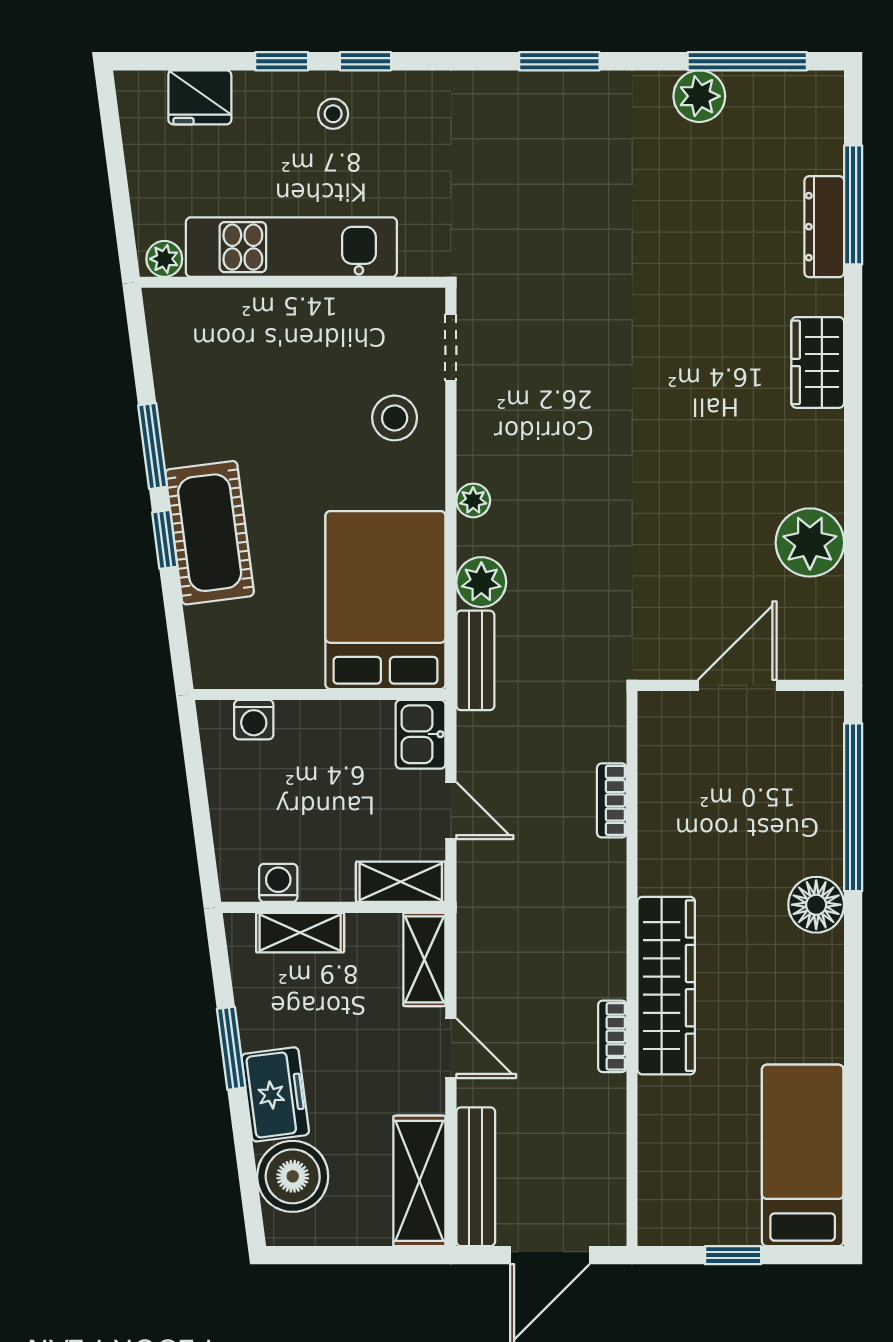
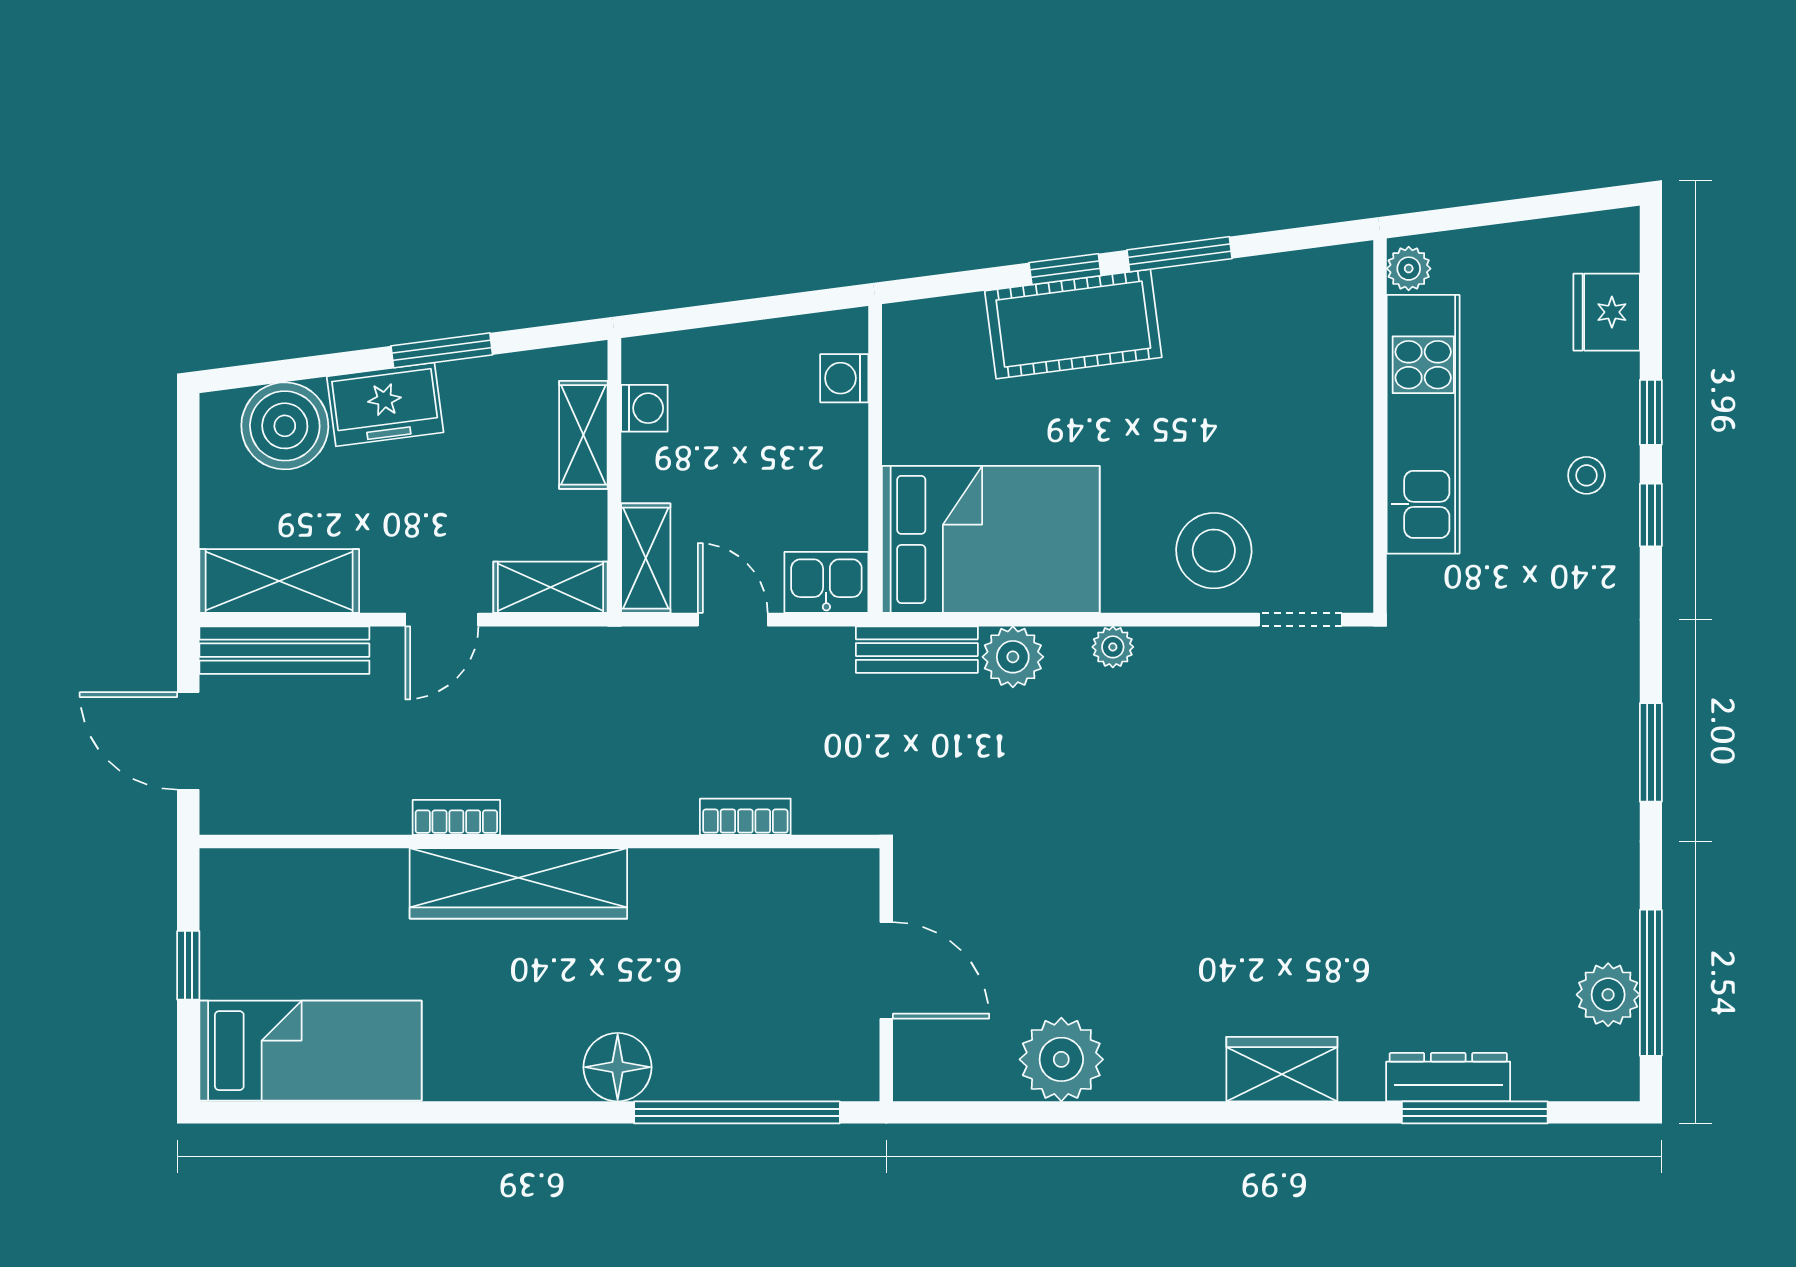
plant: (699, 96) -> (1608, 995), moved
stool: (395, 418) -> (1214, 551), width x1.38, depth x1.38
door: (451, 811) -> (733, 620), swing flipped

